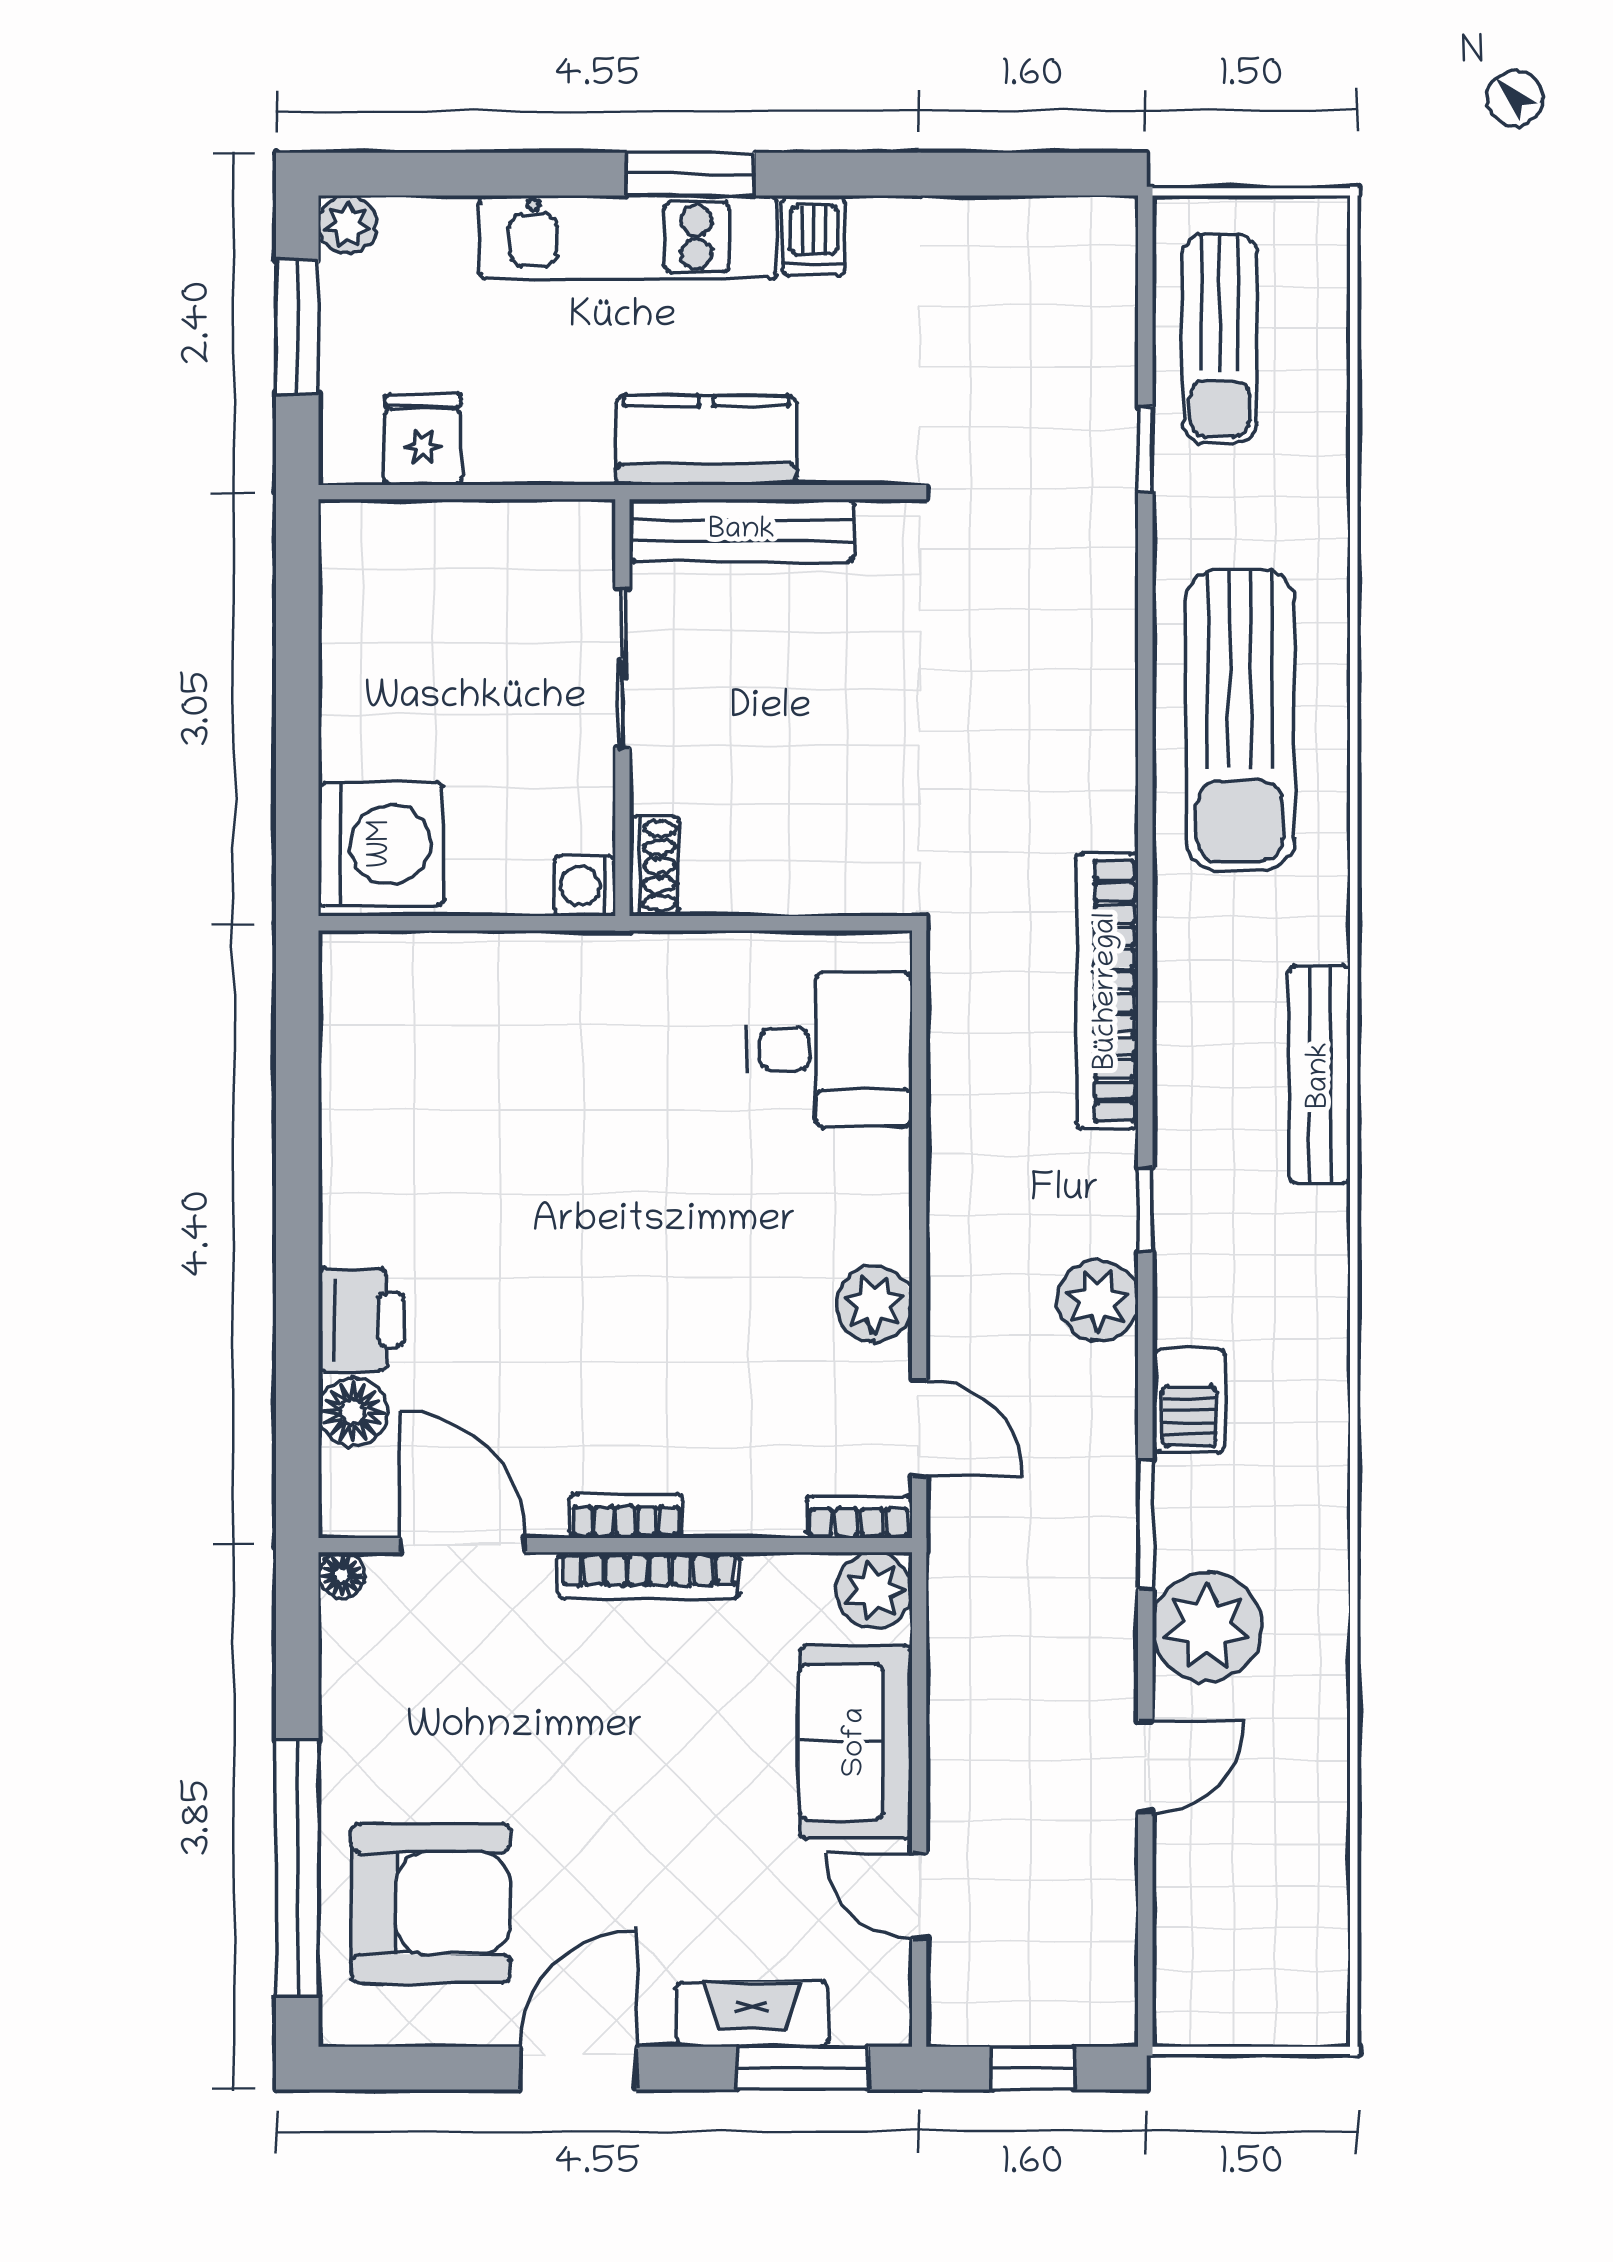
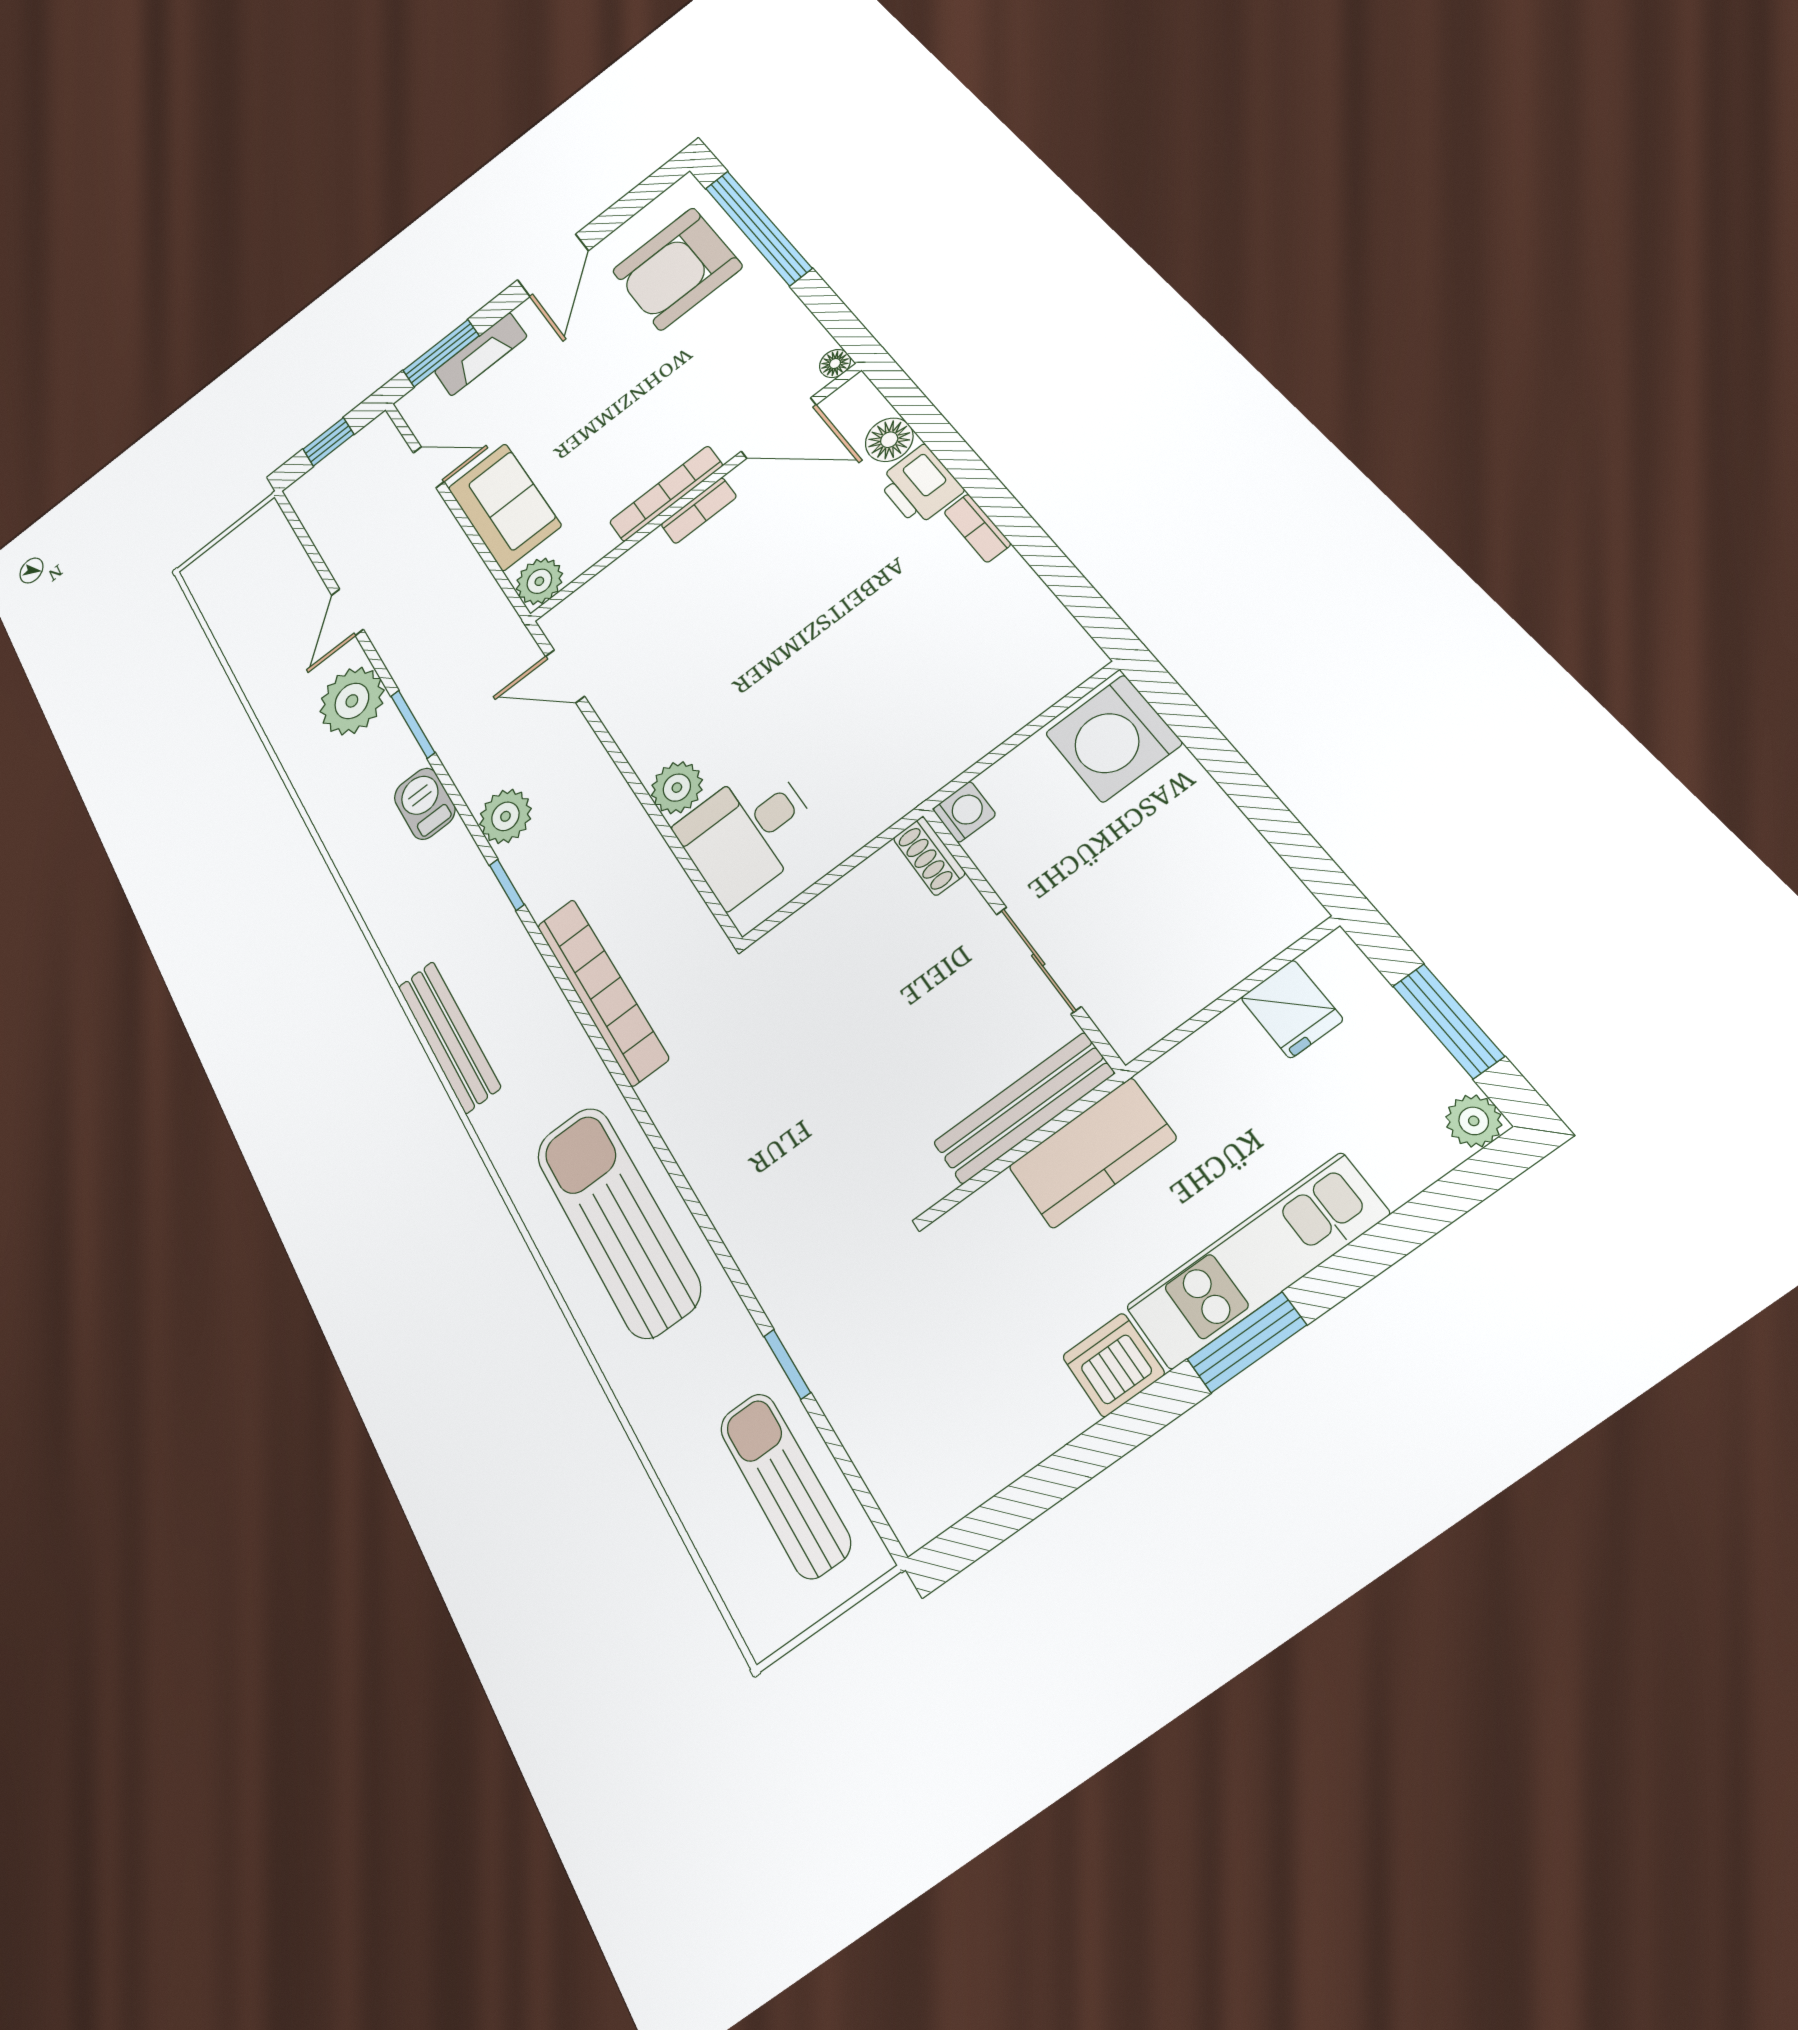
dishwasher: (814, 236) -> (1113, 1365), width x1.38
plant: (874, 1304) -> (677, 788), moved
bookcase: (859, 1517) -> (977, 528), moved, turned 90

